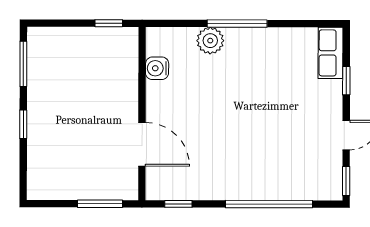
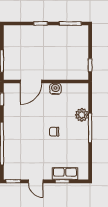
row of seats: (331, 53) -> (65, 174), moved
water cooler: (157, 68) -> (55, 89), moved
chair: (245, 97) -> (54, 132), added

